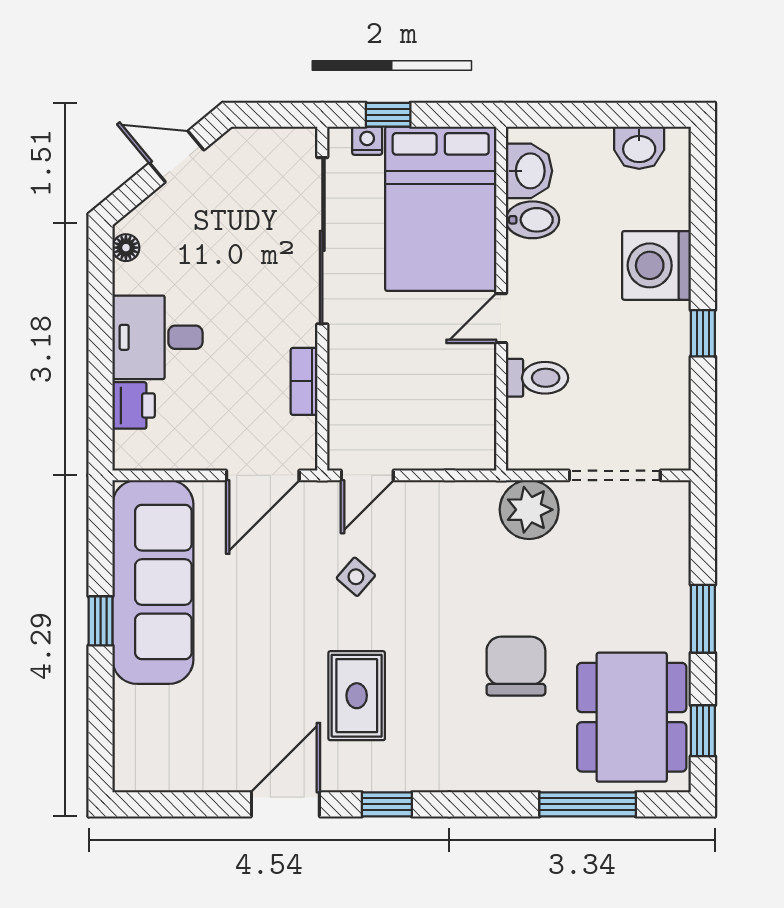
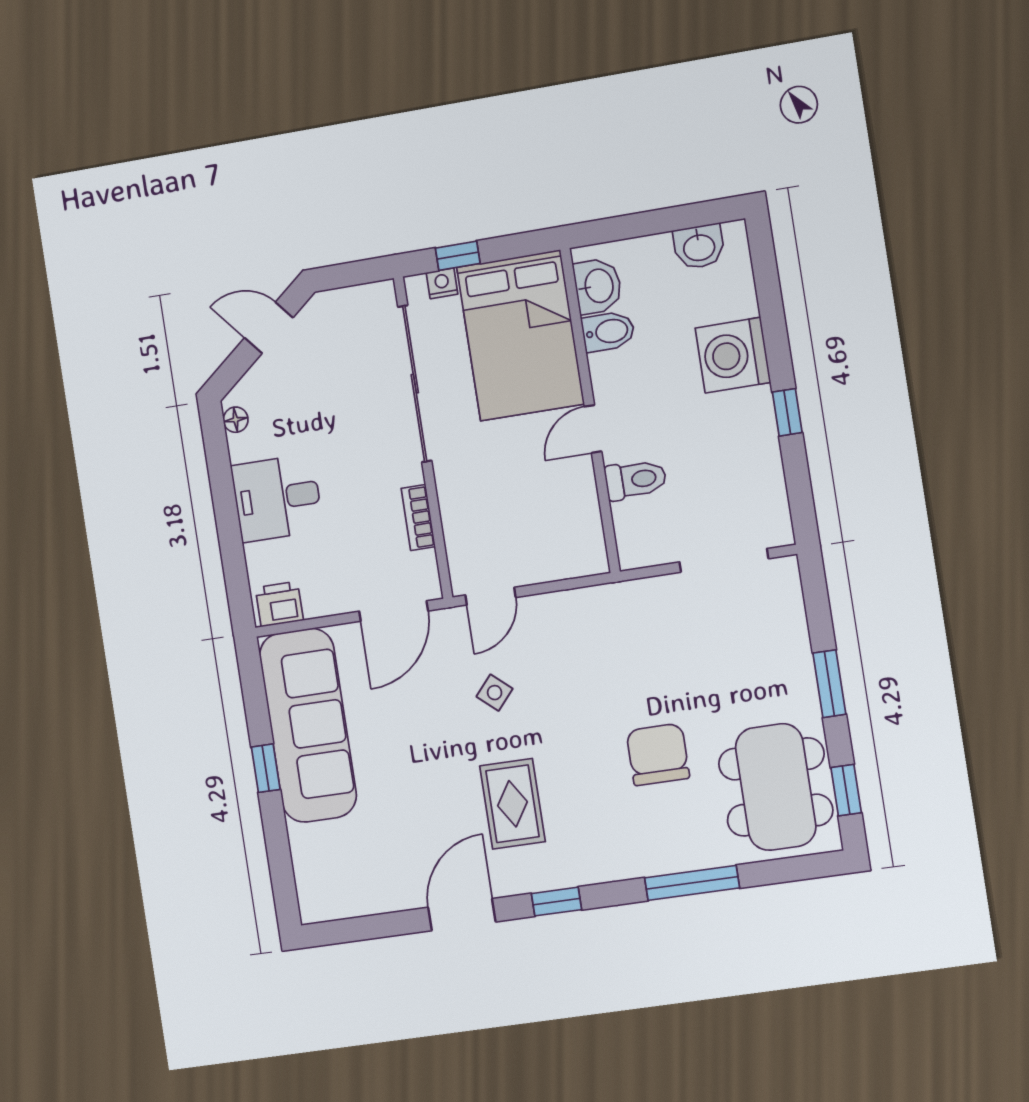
printer: (134, 405) -> (279, 604), moved, turned -90
plant: (529, 510) -> (647, 605), removed
window: (588, 804) -> (692, 883), moved

